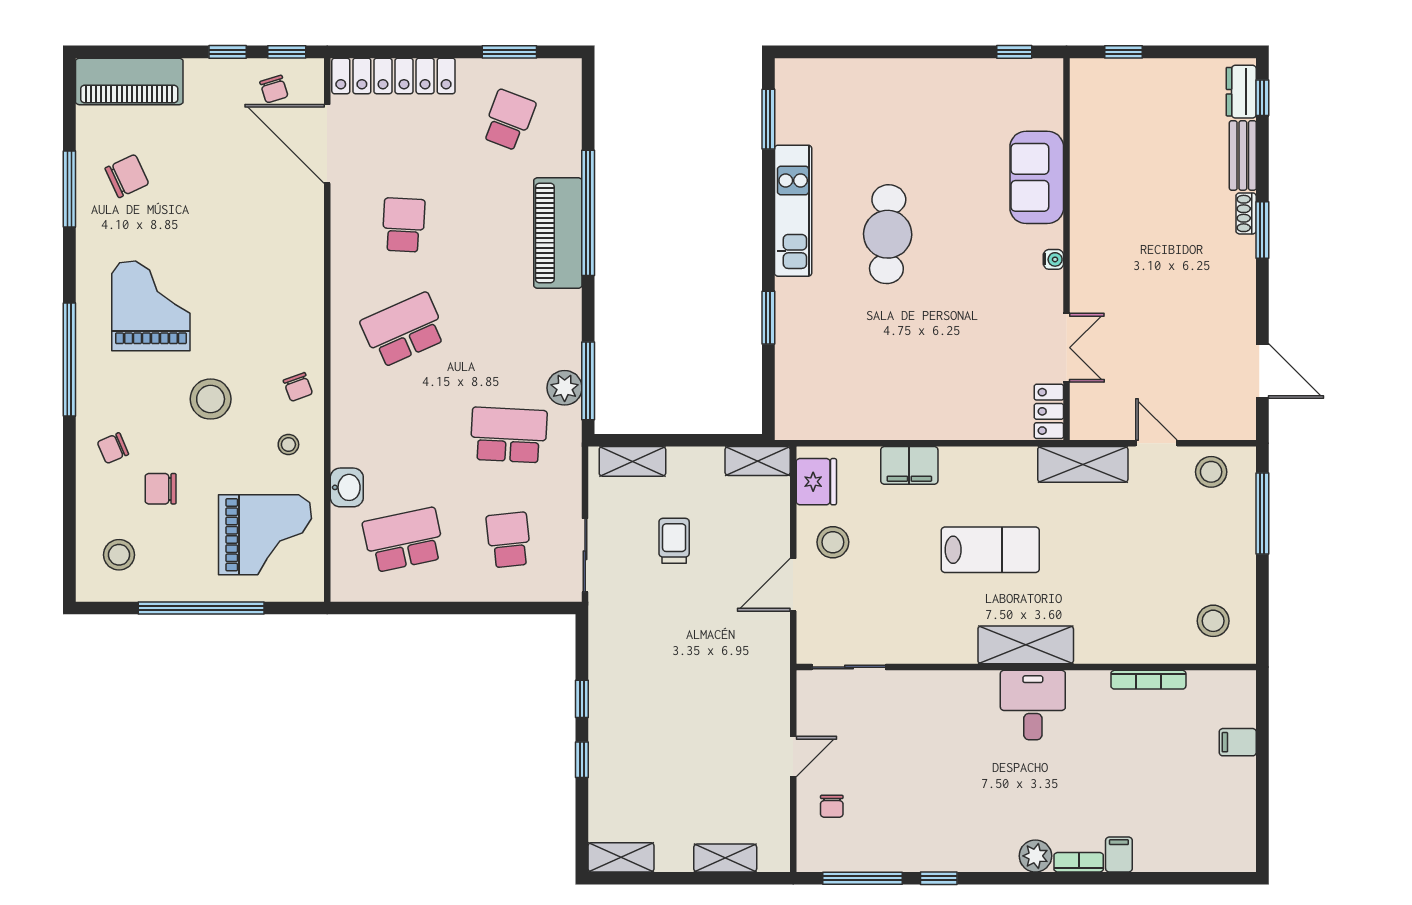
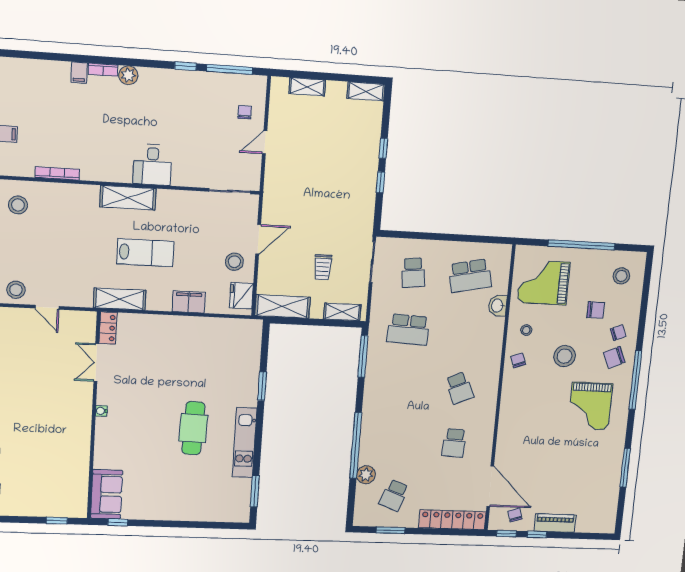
piano: (129, 81) -> (555, 523), moved, width x0.73, depth x0.75
chair: (127, 176) -> (614, 357), moved
sofa: (1037, 177) -> (107, 494), moved
piano: (558, 233) -> (373, 436), removed
school desk: (404, 330) -> (459, 388), width x0.54
plant: (565, 388) -> (366, 475), moved
shelving: (758, 461) -> (283, 306), width x1.50, depth x1.33
shelving: (1083, 464) -> (120, 299), moved
lab bench: (990, 550) -> (145, 253), turned 180
desk: (1033, 705) -> (152, 165), moved

